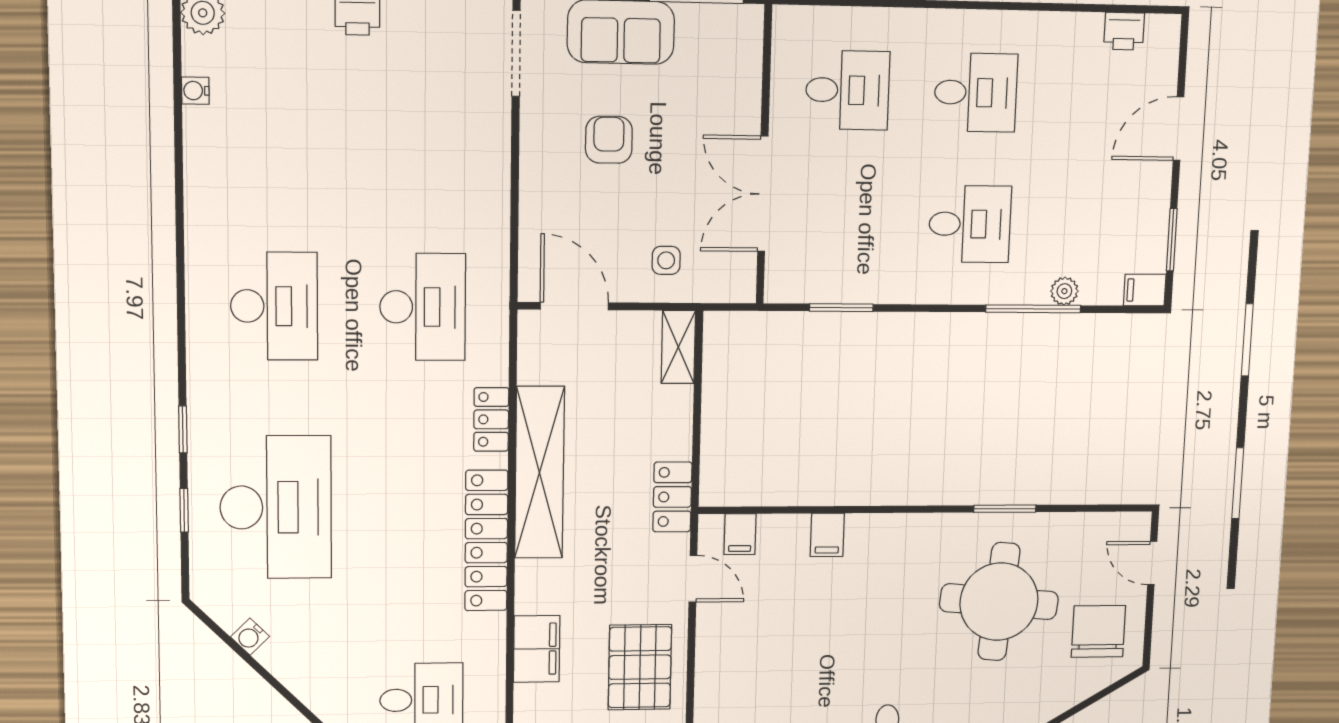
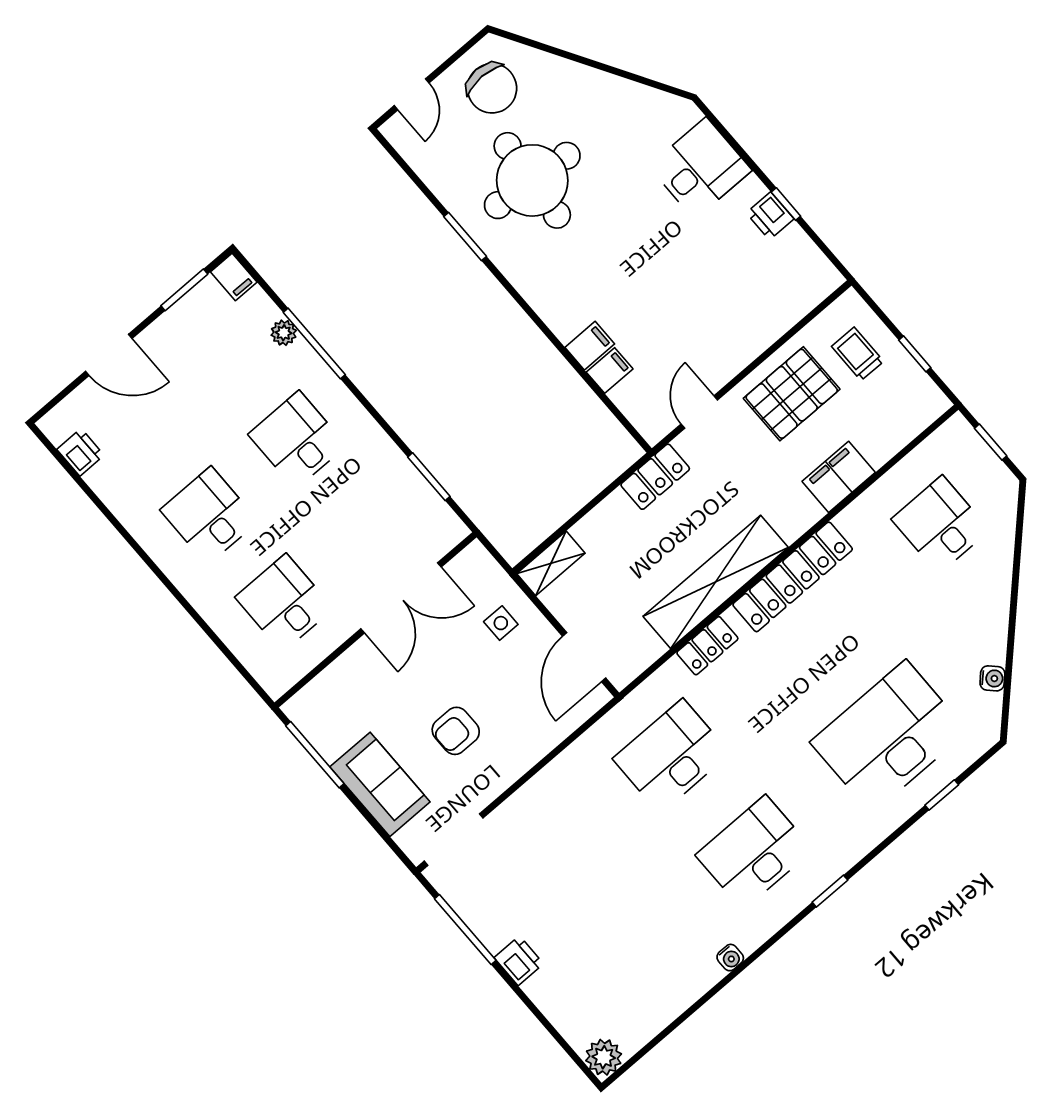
water cooler: (195, 91) -> (730, 958), moved
window: (183, 429) -> (830, 891), moved
filing cabinet: (740, 534) -> (610, 370), moved
chair: (1098, 631) -> (492, 88), turned -90

